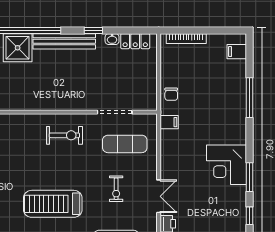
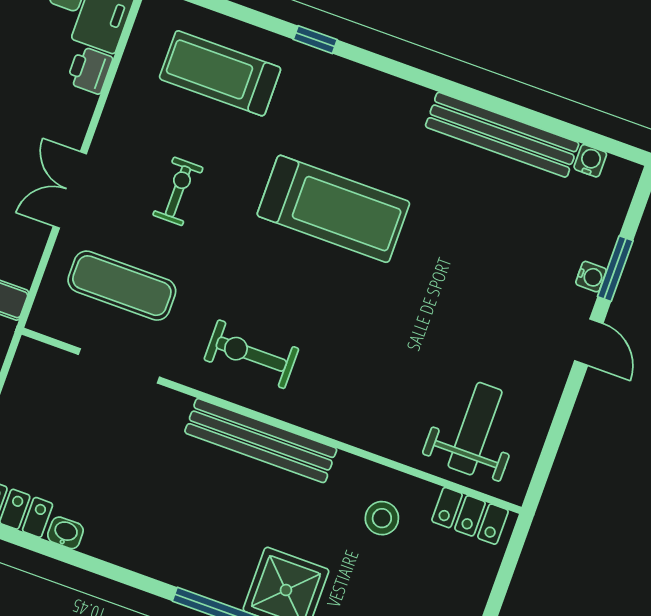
window: (93, 30) -> (101, 567), removed
bench: (64, 41) -> (261, 441), moved
double door: (159, 196) -> (70, 190), moved

